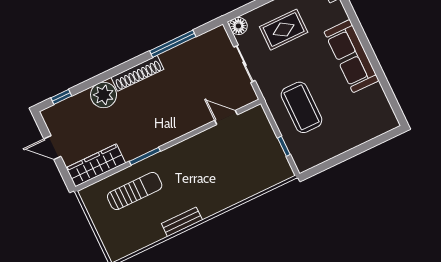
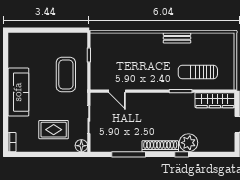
window: (61, 97) -> (182, 154), moved

